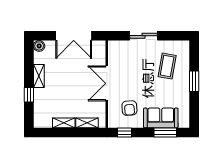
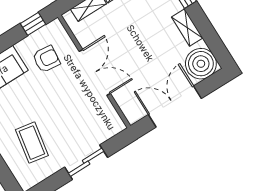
boiler: (39, 46) -> (201, 64), width x1.86, depth x1.86
armchair: (129, 108) -> (46, 59), turned 100

